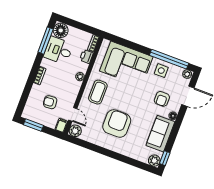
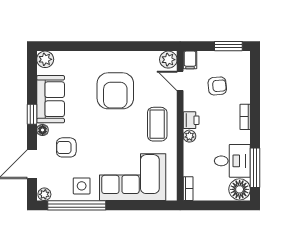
printer: (86, 57) -> (191, 120), moved
armchair: (162, 99) -> (66, 147), turned -90
window: (165, 158) -> (32, 114), moved

